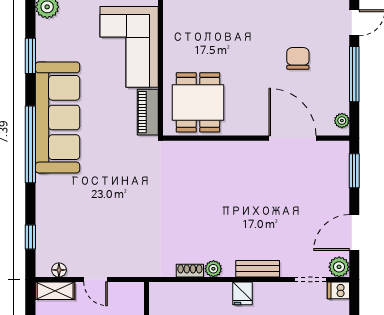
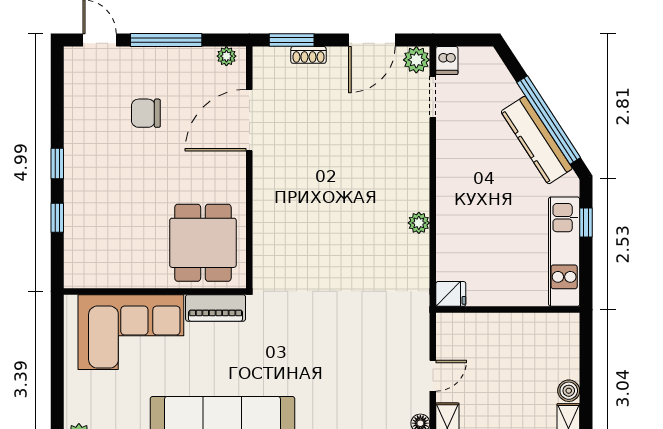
dining table: (198, 102) -> (203, 243), turned 90
door: (354, 233) -> (372, 40), hinge flipped
bench: (258, 269) -> (419, 165), removed
shoe rack: (190, 271) -> (308, 55), moved, turned -90
fridge: (243, 293) -> (451, 294), moved

